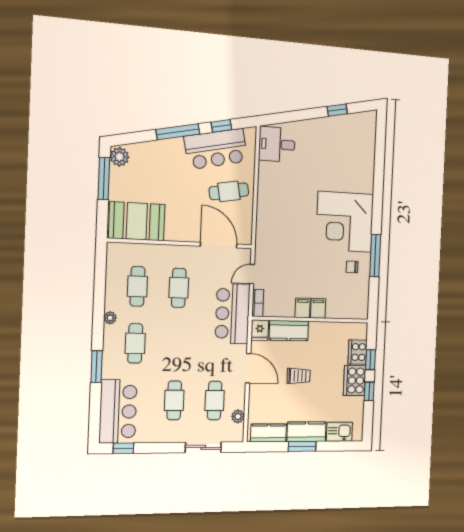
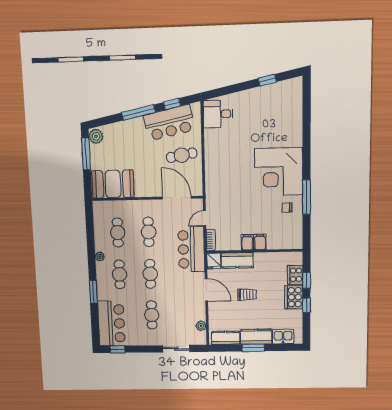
cafe table: (215, 400) -> (150, 274), moved

